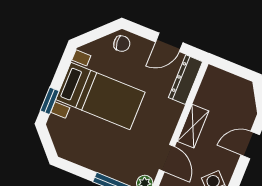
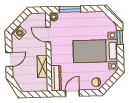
shelving: (193, 126) -> (42, 67), moved

